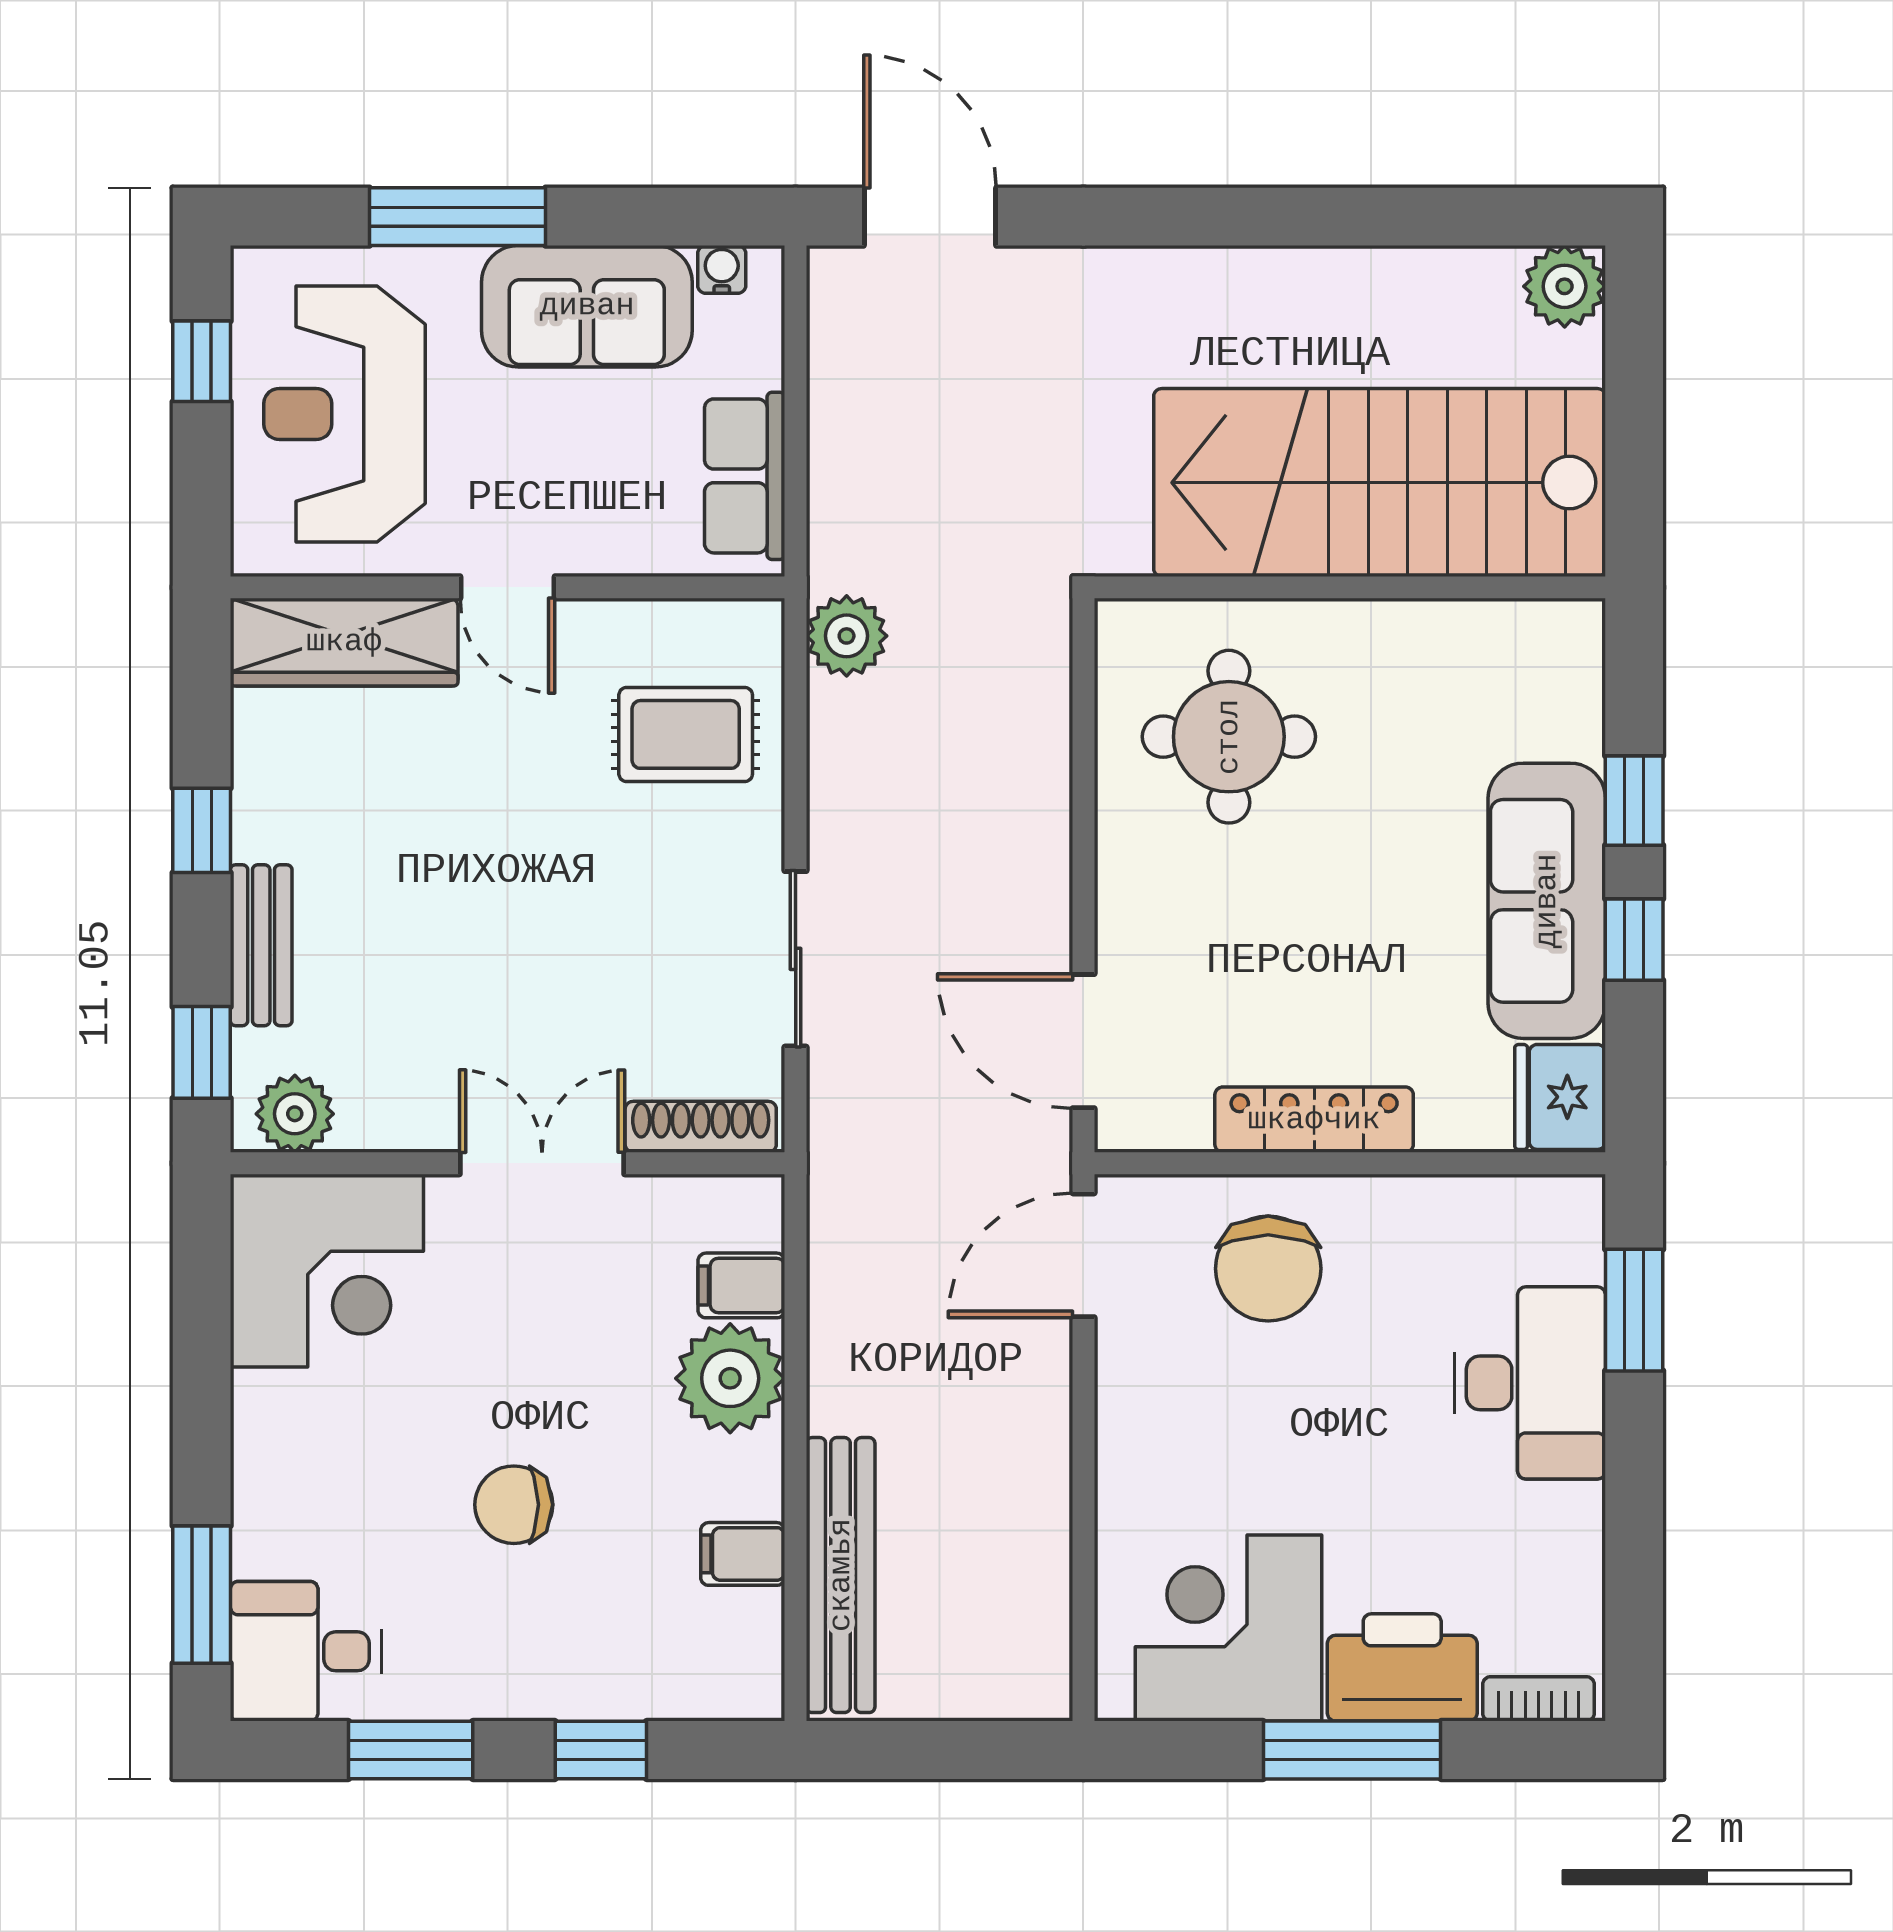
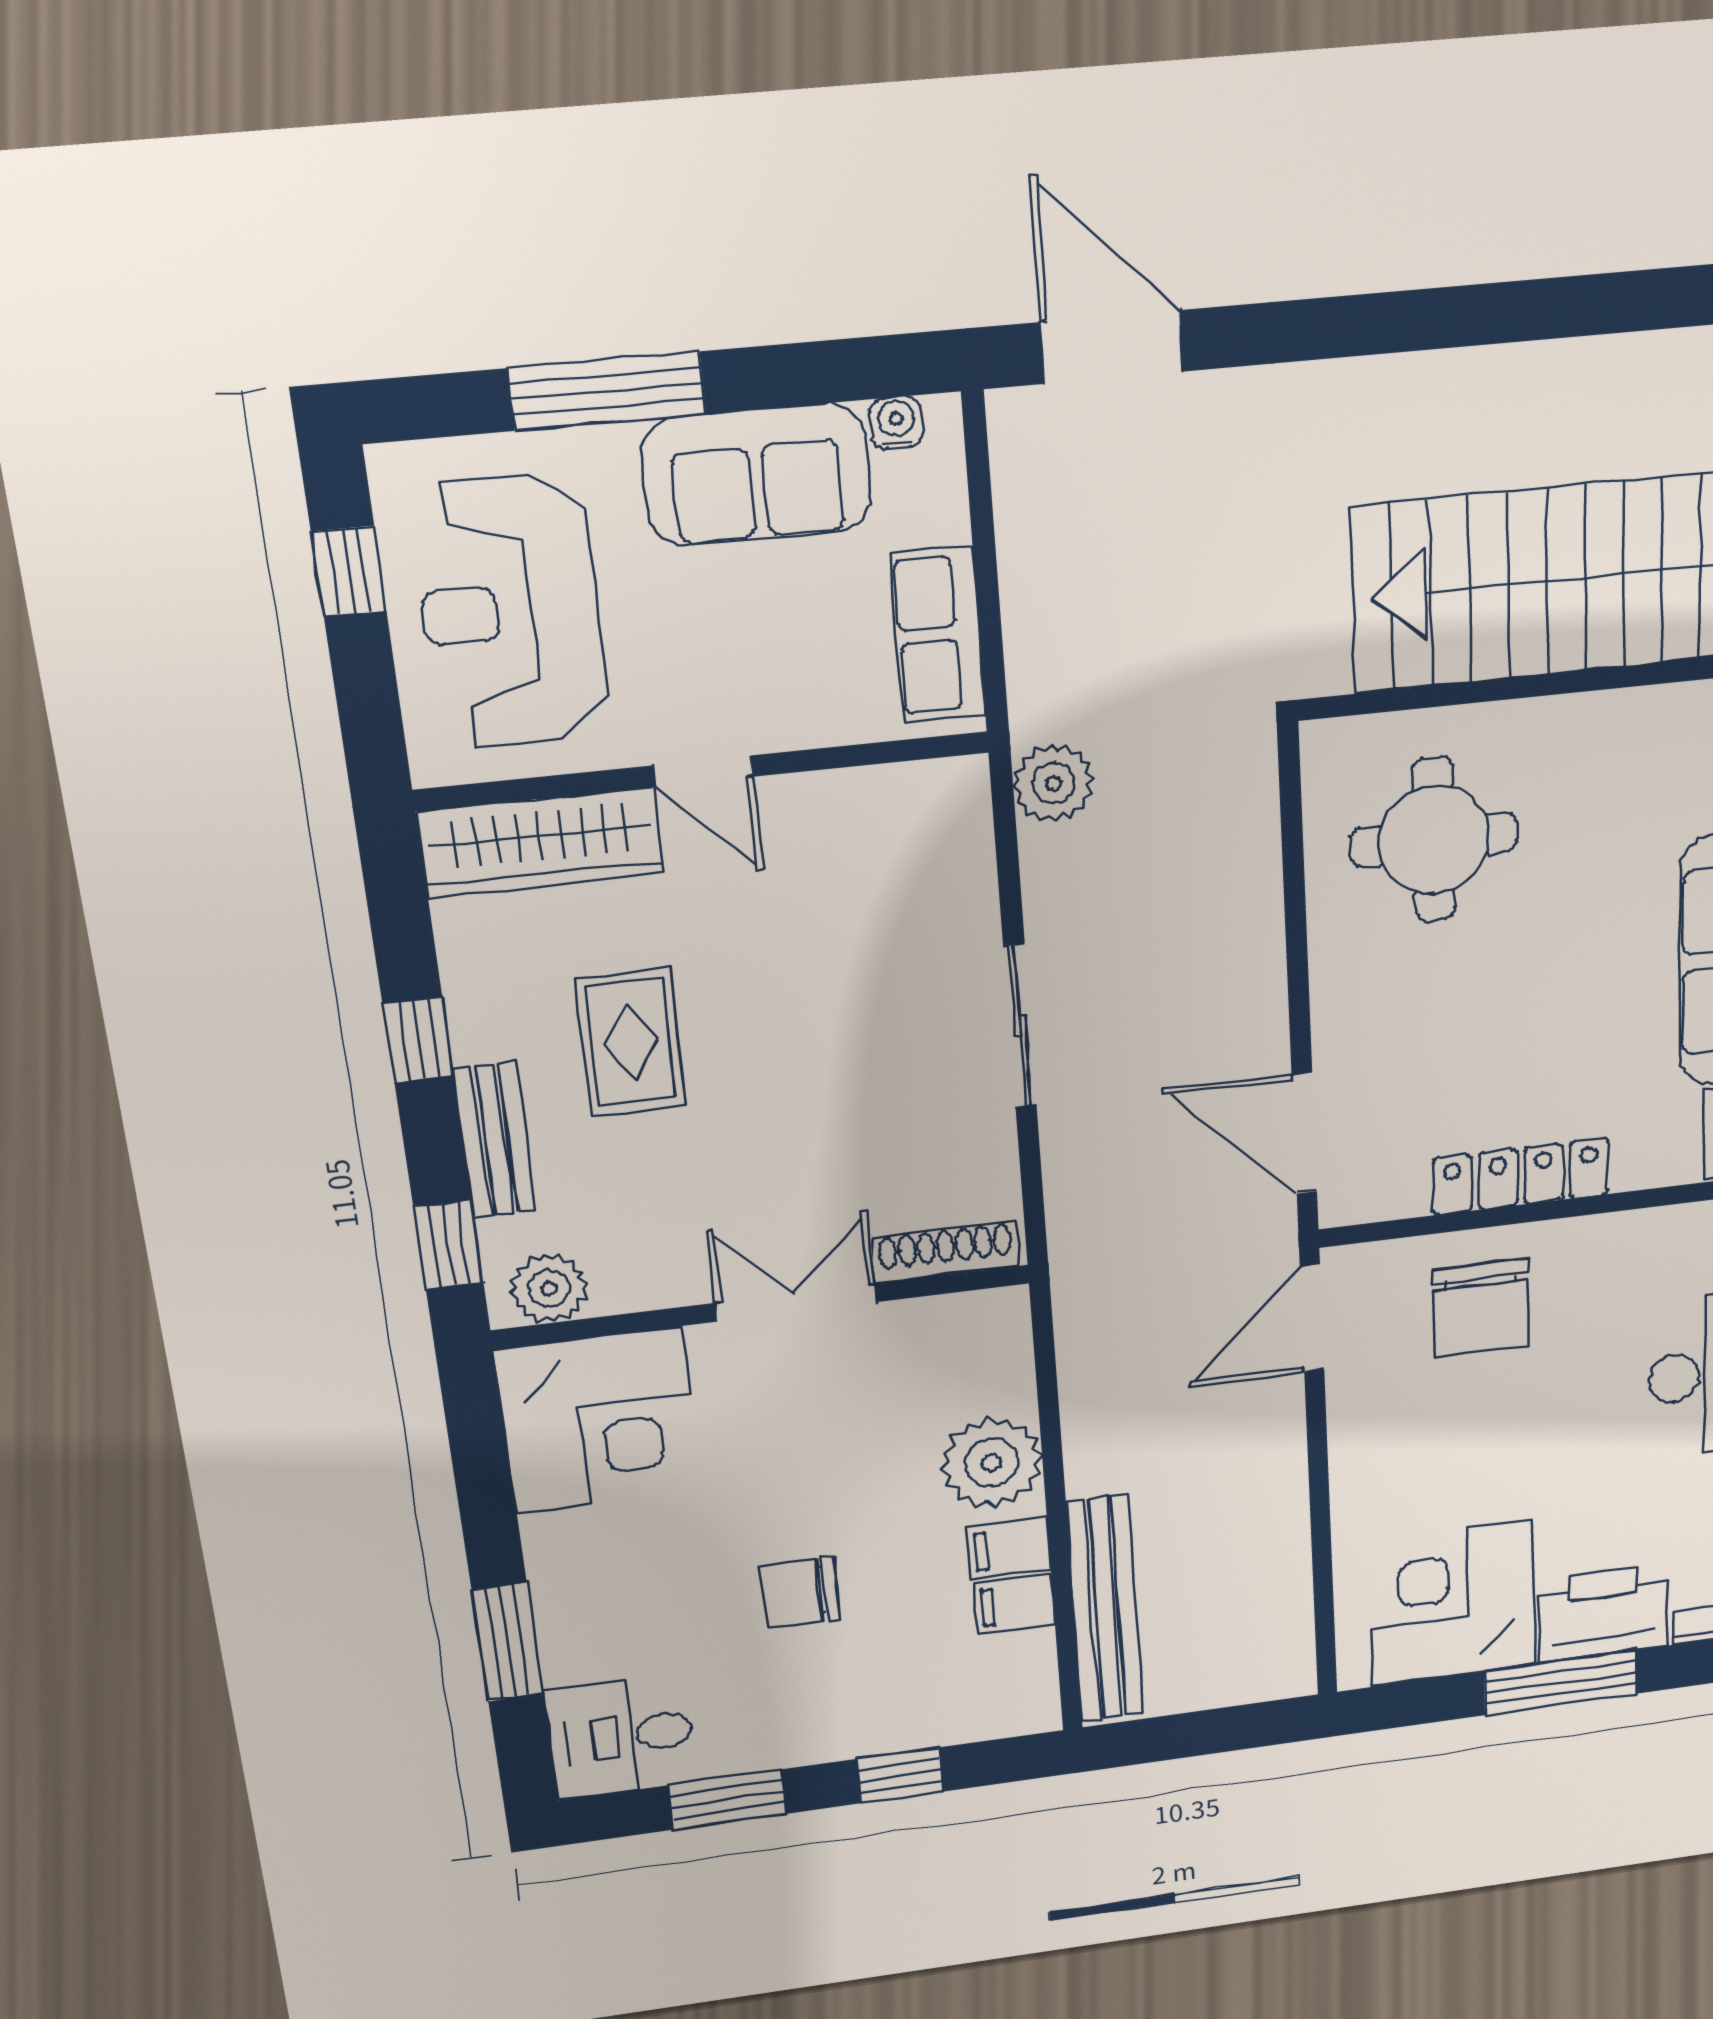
rug: (686, 734) -> (631, 1042), moved, turned 90
sliding door: (796, 959) -> (1020, 1026), moved
filing cabinet: (741, 1285) -> (1009, 1548), moved
window: (202, 1595) -> (507, 1642), moved

